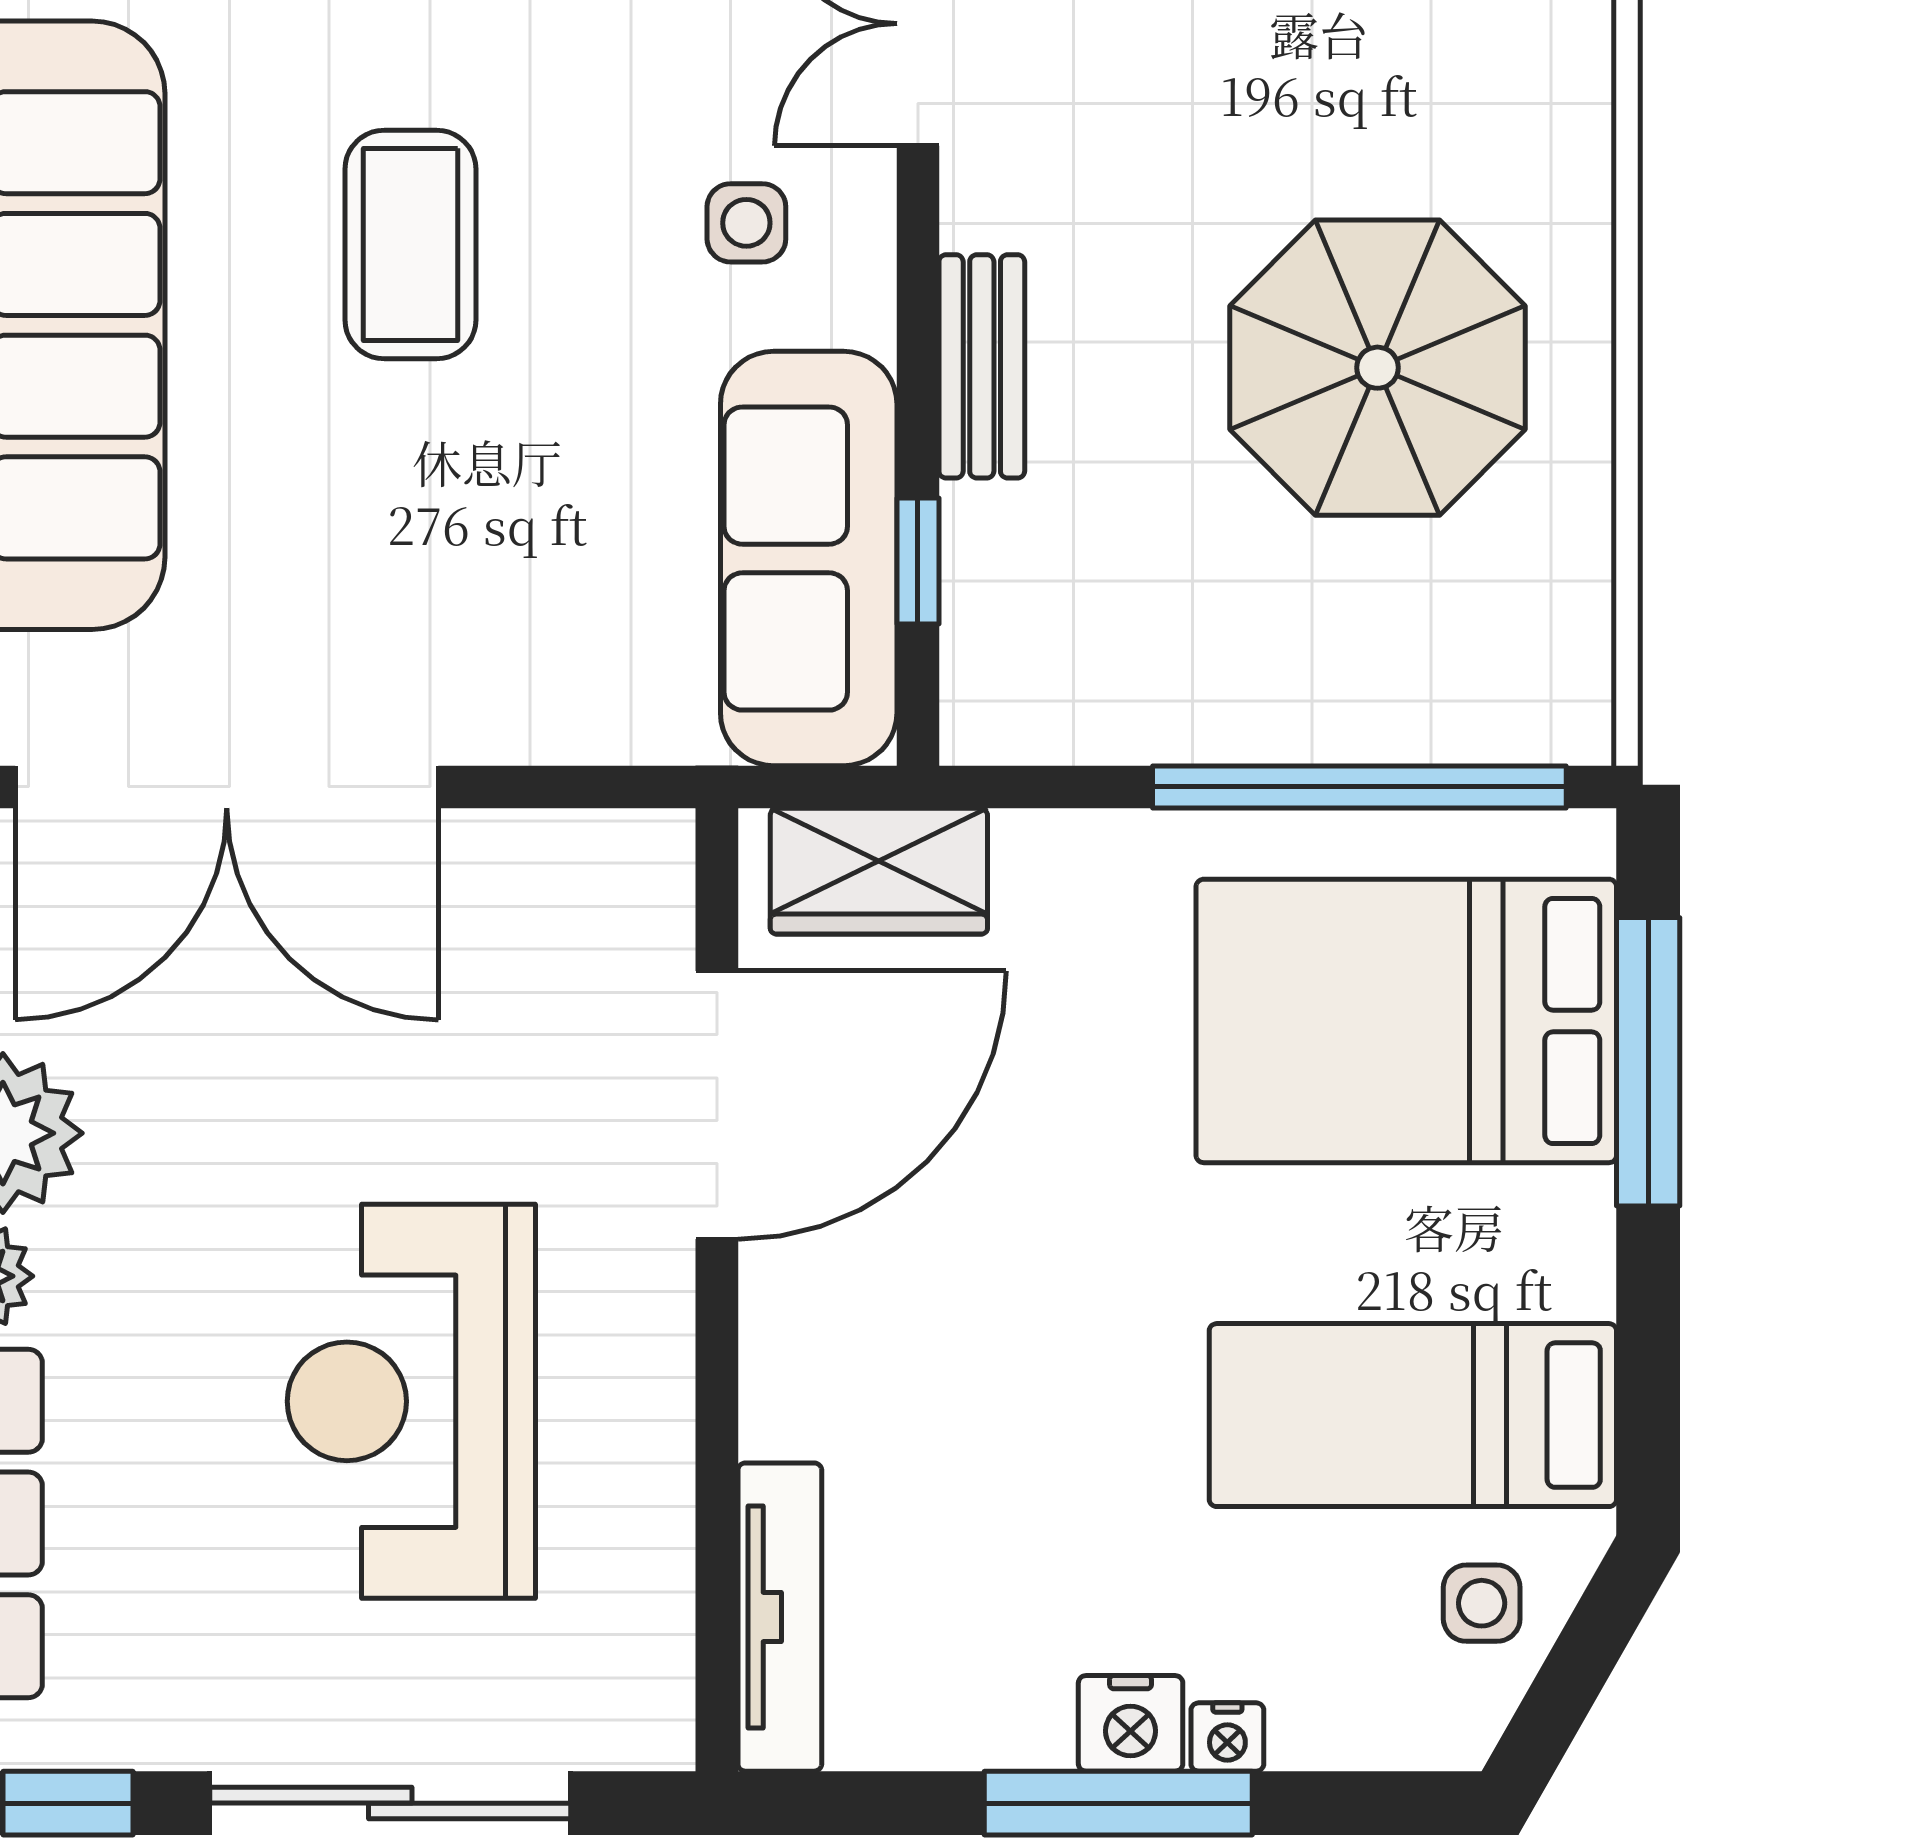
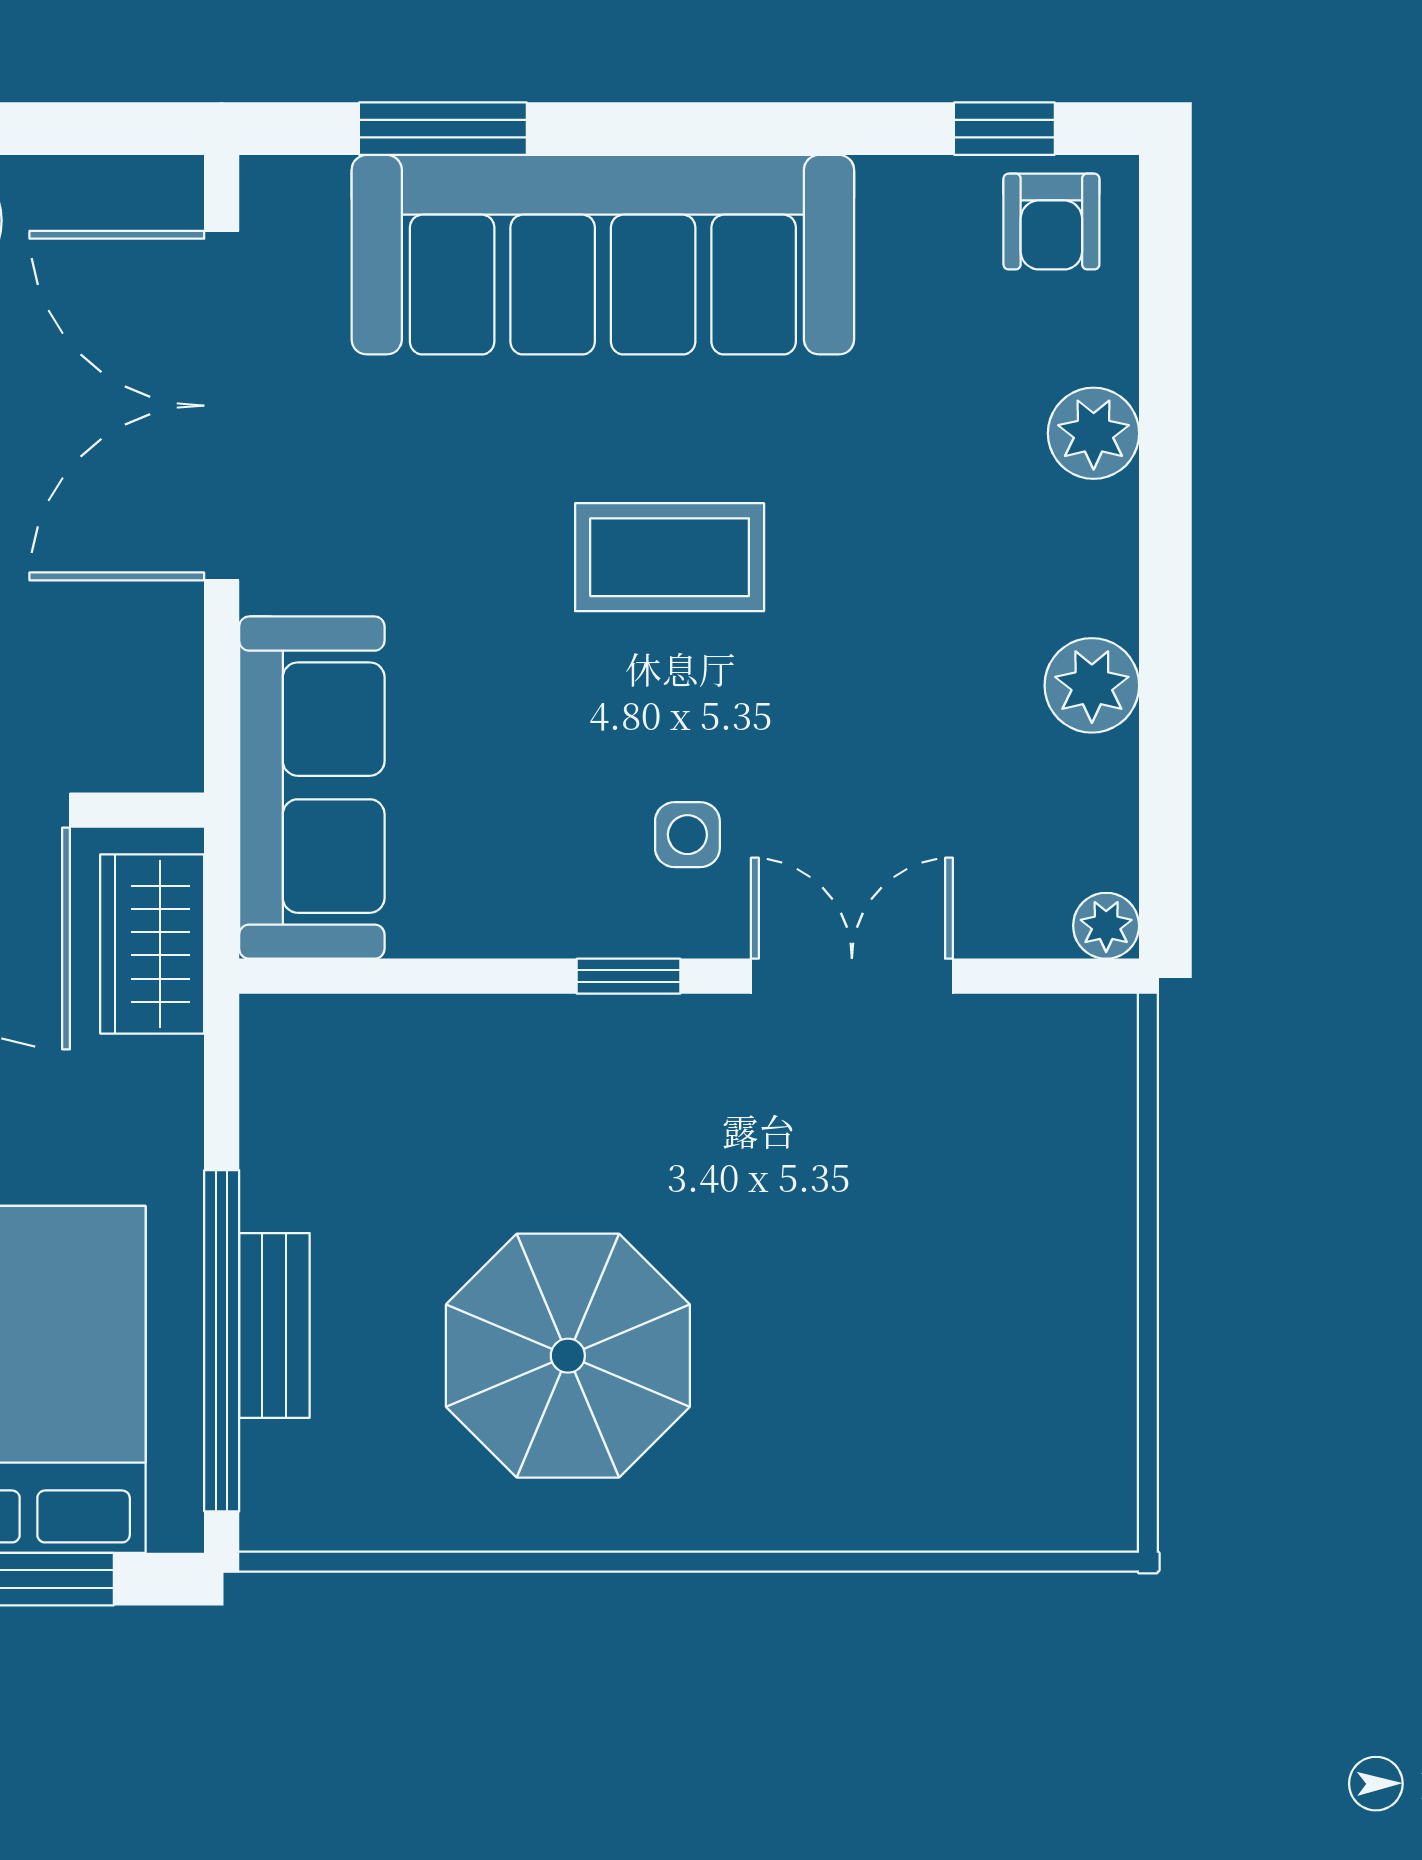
bench: (982, 366) -> (274, 1325), moved, turned 90
sofa: (809, 559) -> (312, 788), moved, turned 90
window: (918, 561) -> (629, 976), moved

